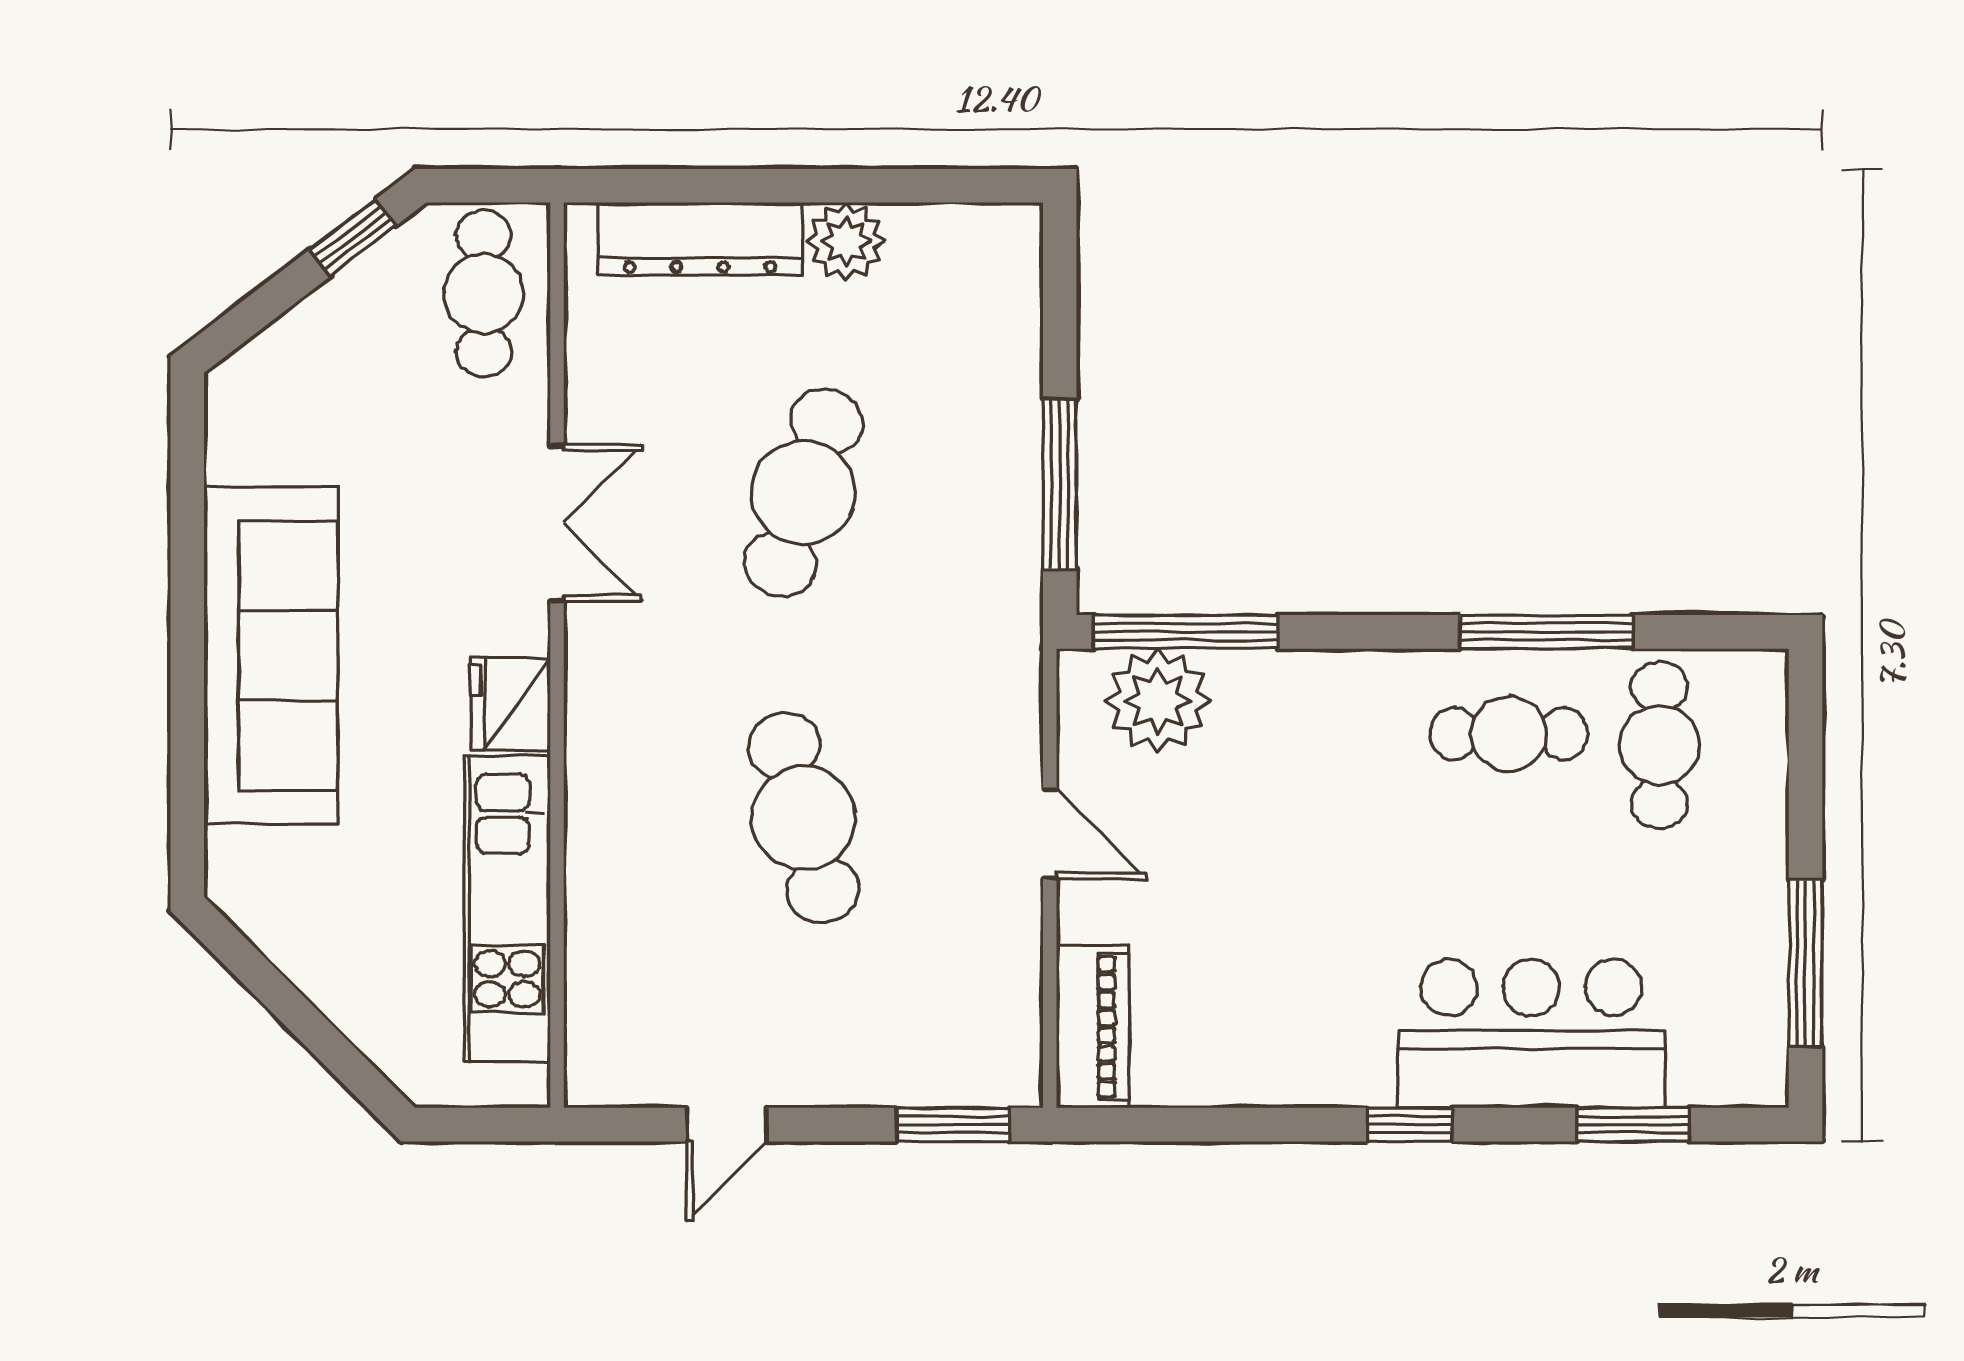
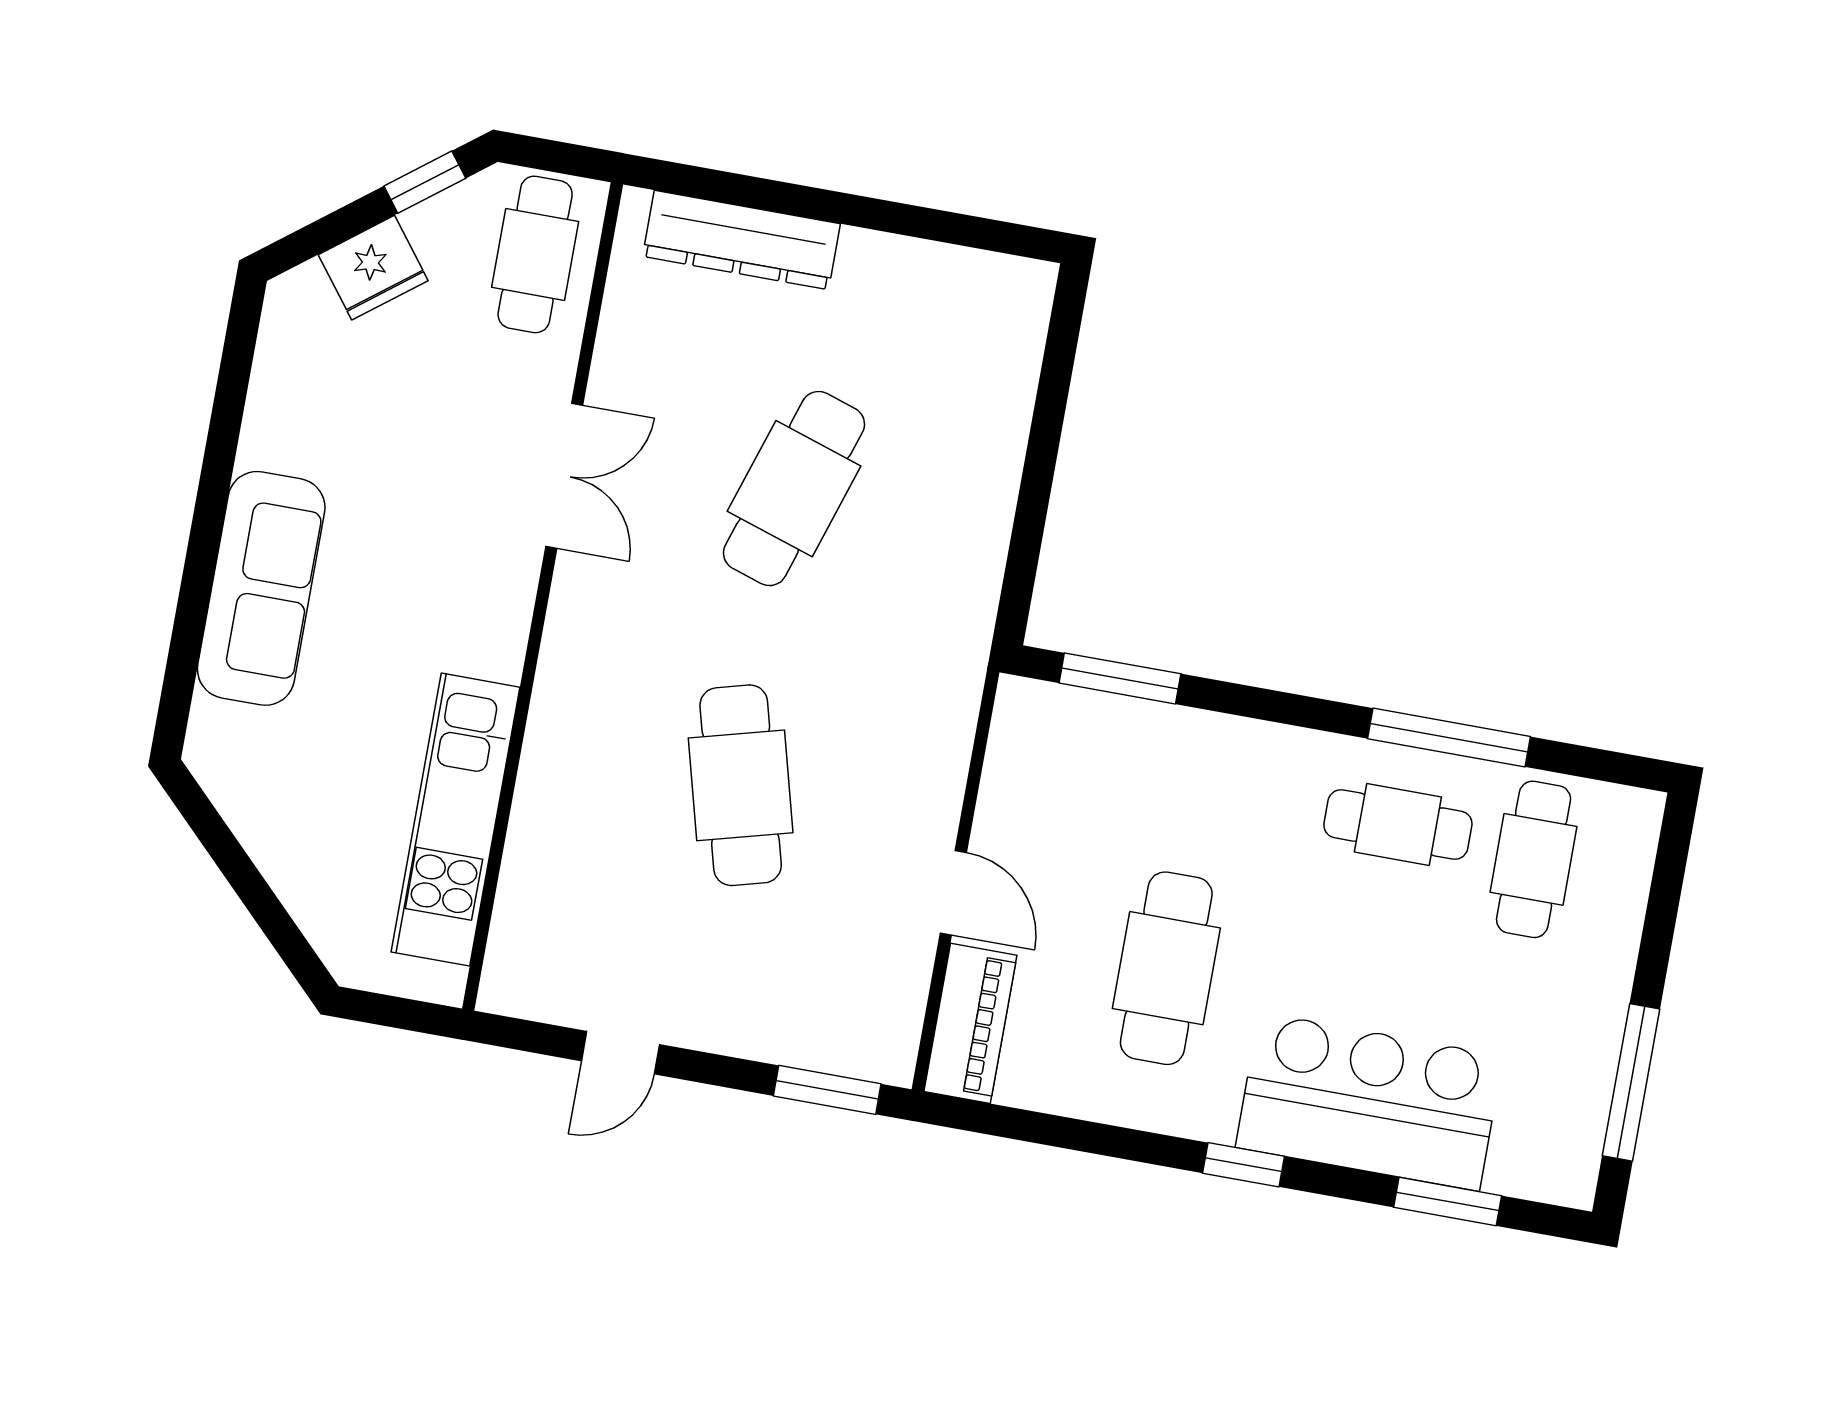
plant: (846, 241) -> (874, 266), removed
window: (1060, 484) -> (1029, 523), removed
window: (1186, 632) -> (1120, 678), width x0.69
sofa: (271, 656) -> (261, 588), width x0.74, depth x0.79
plant: (1158, 701) -> (1083, 737), removed
fridge: (510, 704) -> (373, 268), moved, turned -127
door: (1050, 834) -> (953, 893), moved
cafe table: (1290, 931) -> (1166, 968), added

